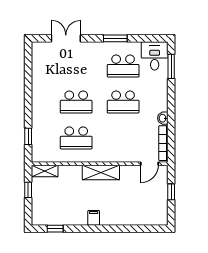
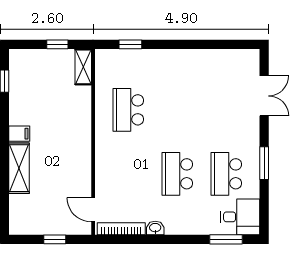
school desk: (76, 102) -> (177, 110), removed
shelving: (101, 172) -> (19, 168), moved

